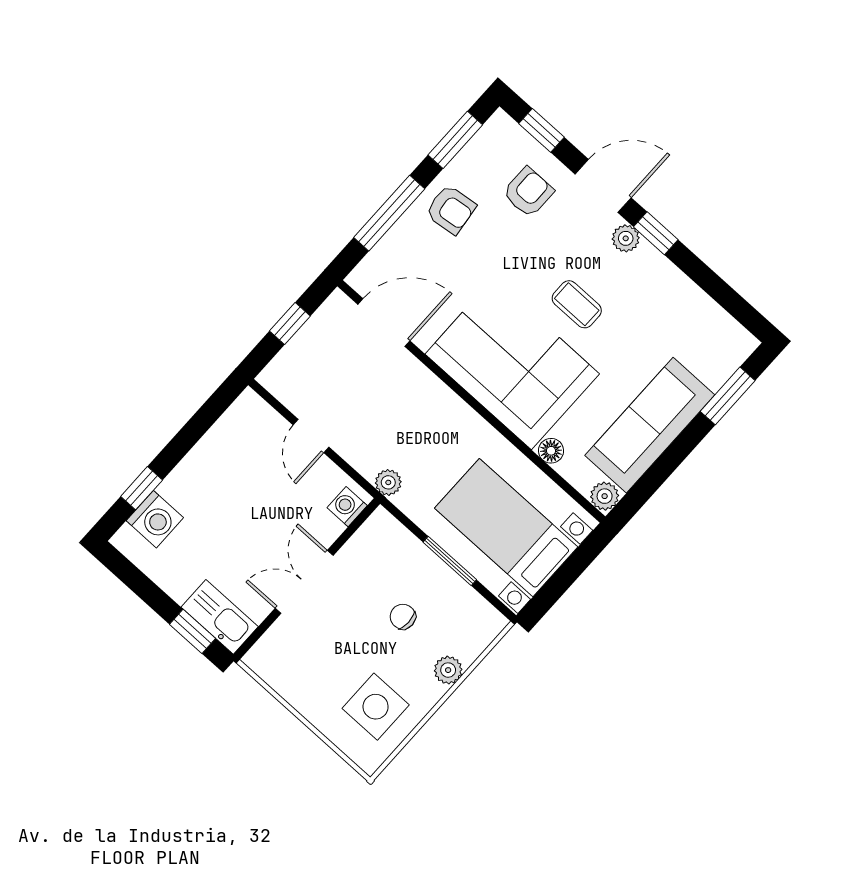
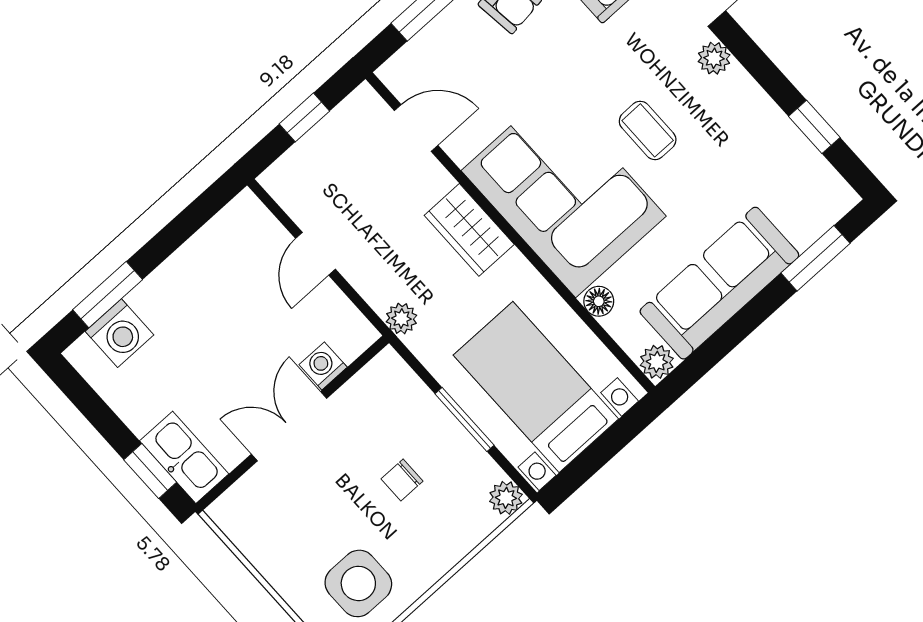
window: (656, 233) -> (814, 127), moved
door: (384, 323) -> (416, 128), width x0.73
wardrobe: (437, 403) -> (469, 230), added
window: (142, 488) -> (108, 295), width x1.50
washing machine: (347, 507) -> (323, 366), moved
chair: (403, 617) -> (402, 480), turned -90
plant: (448, 670) -> (506, 498), moved

